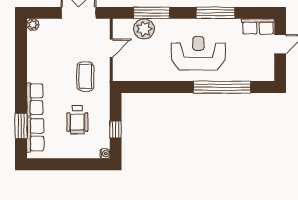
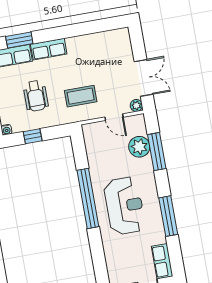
plant: (33, 25) -> (136, 105), moved
window: (222, 87) -> (88, 198), moved
wheelchair: (77, 120) -> (36, 96), turned -90

